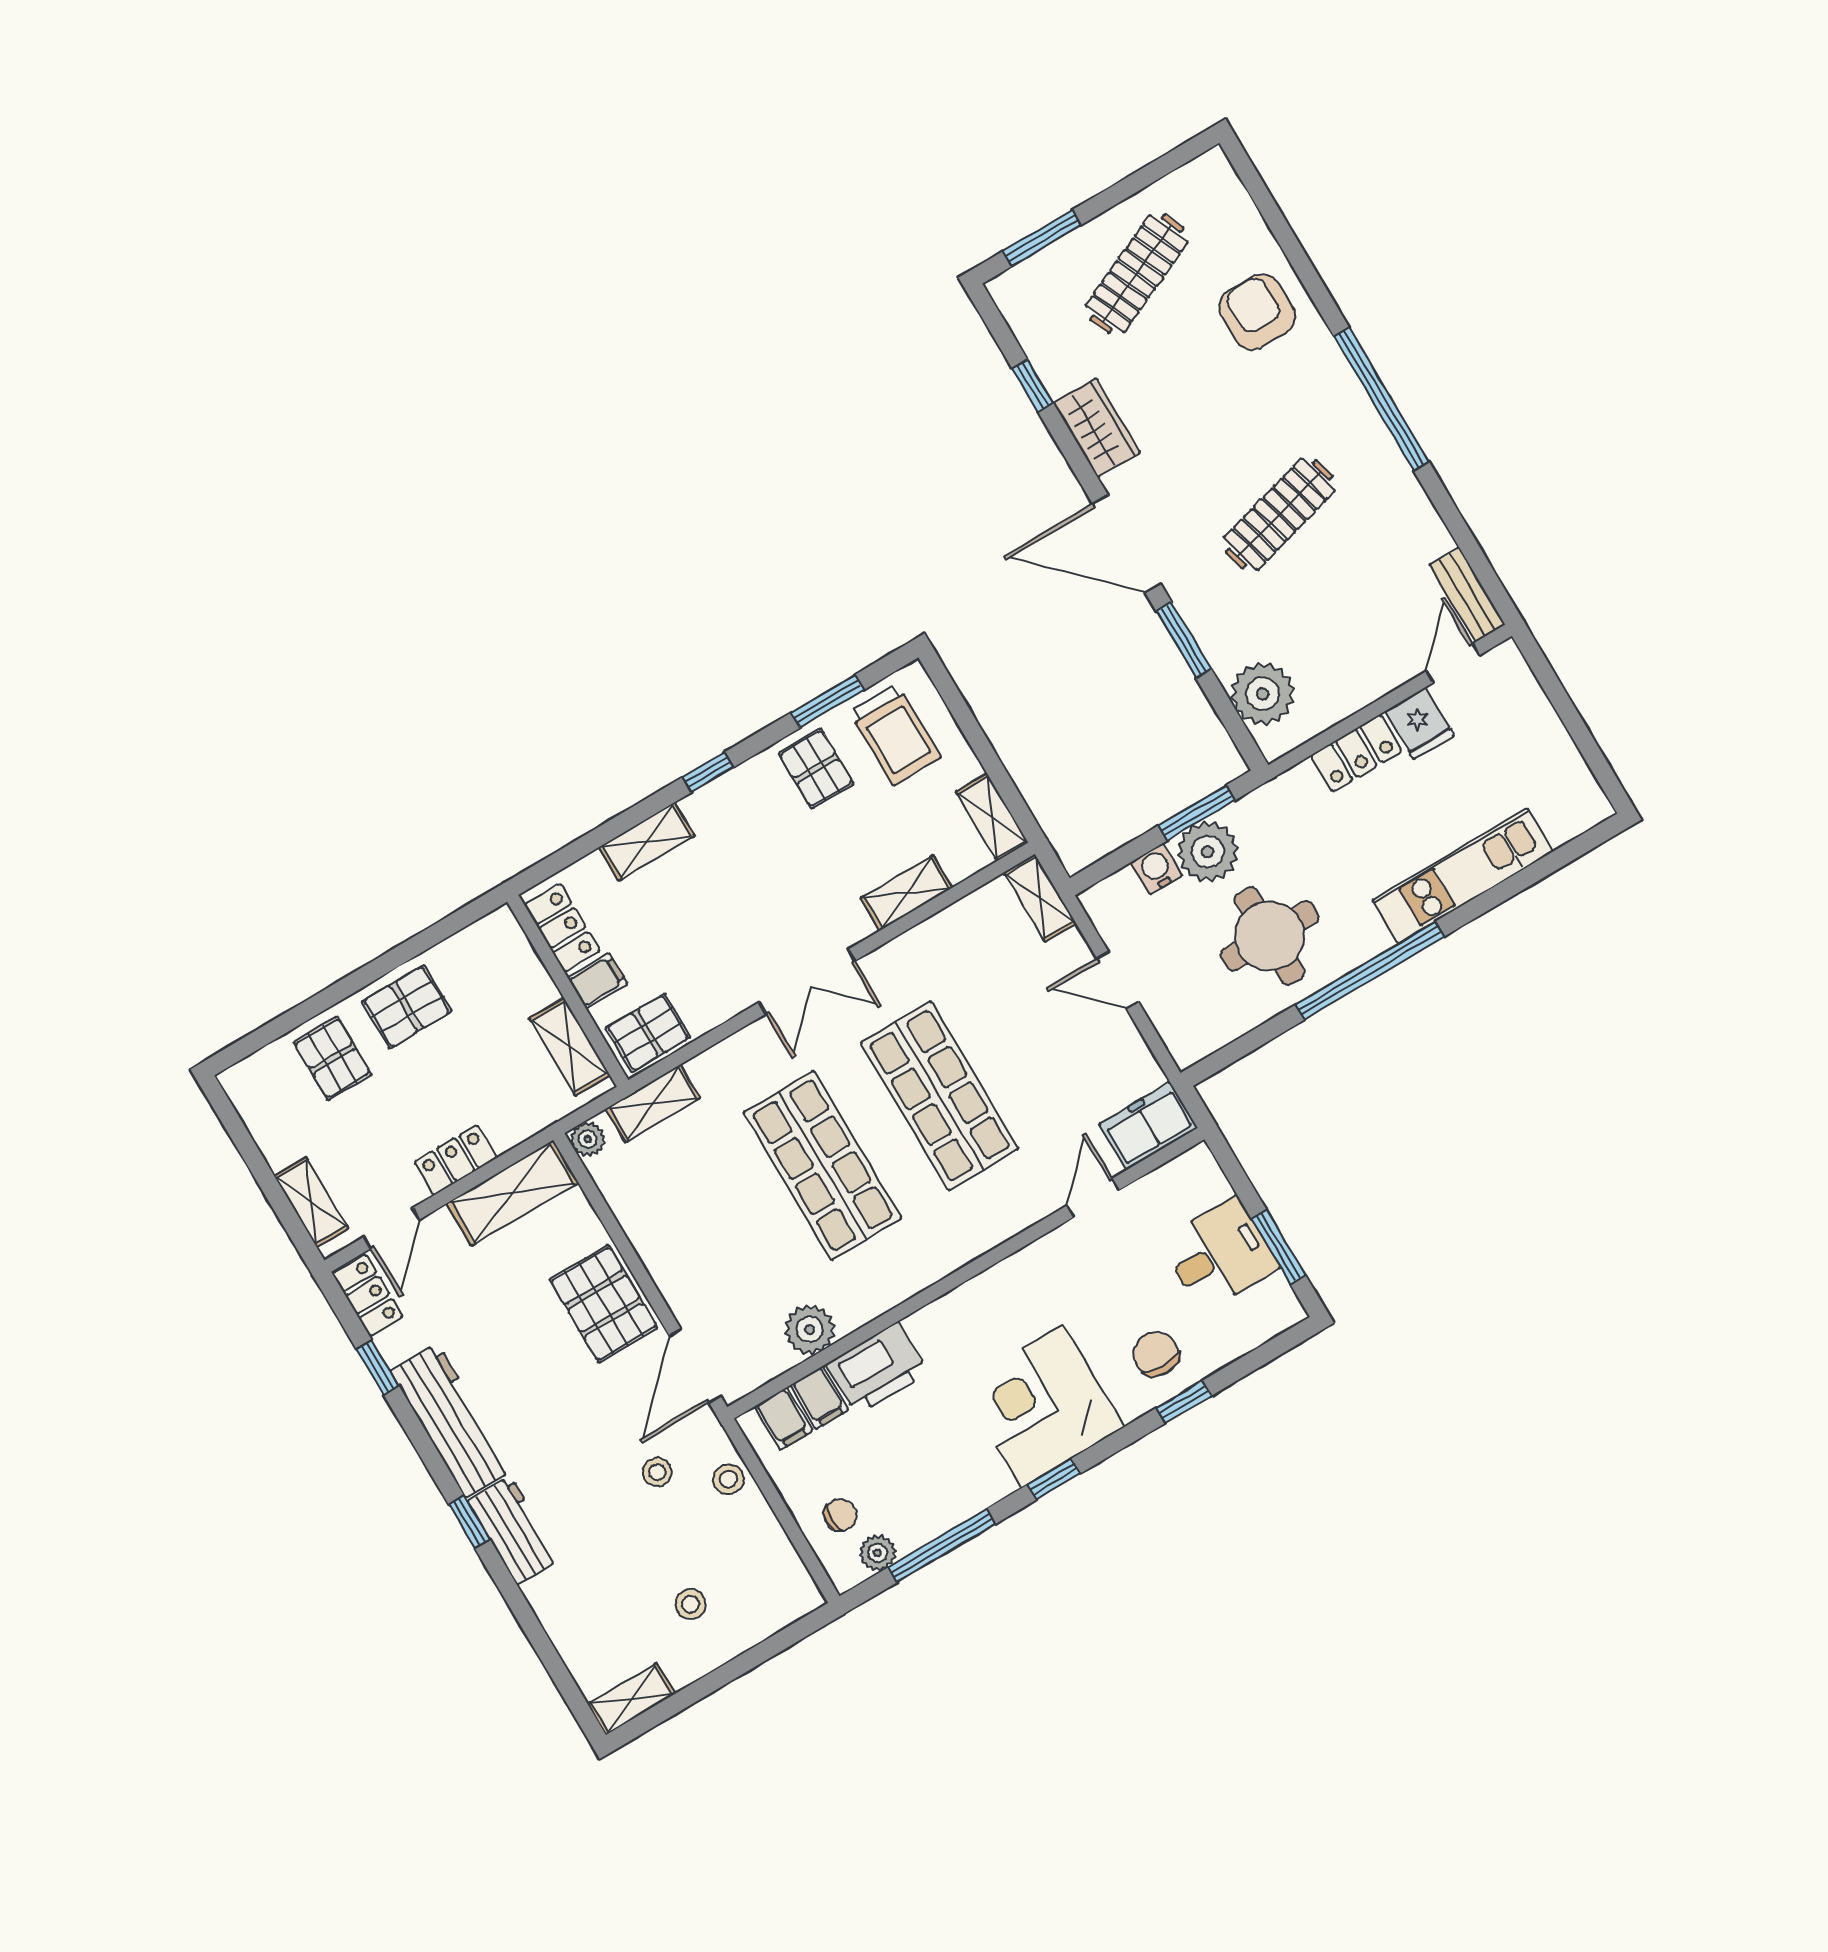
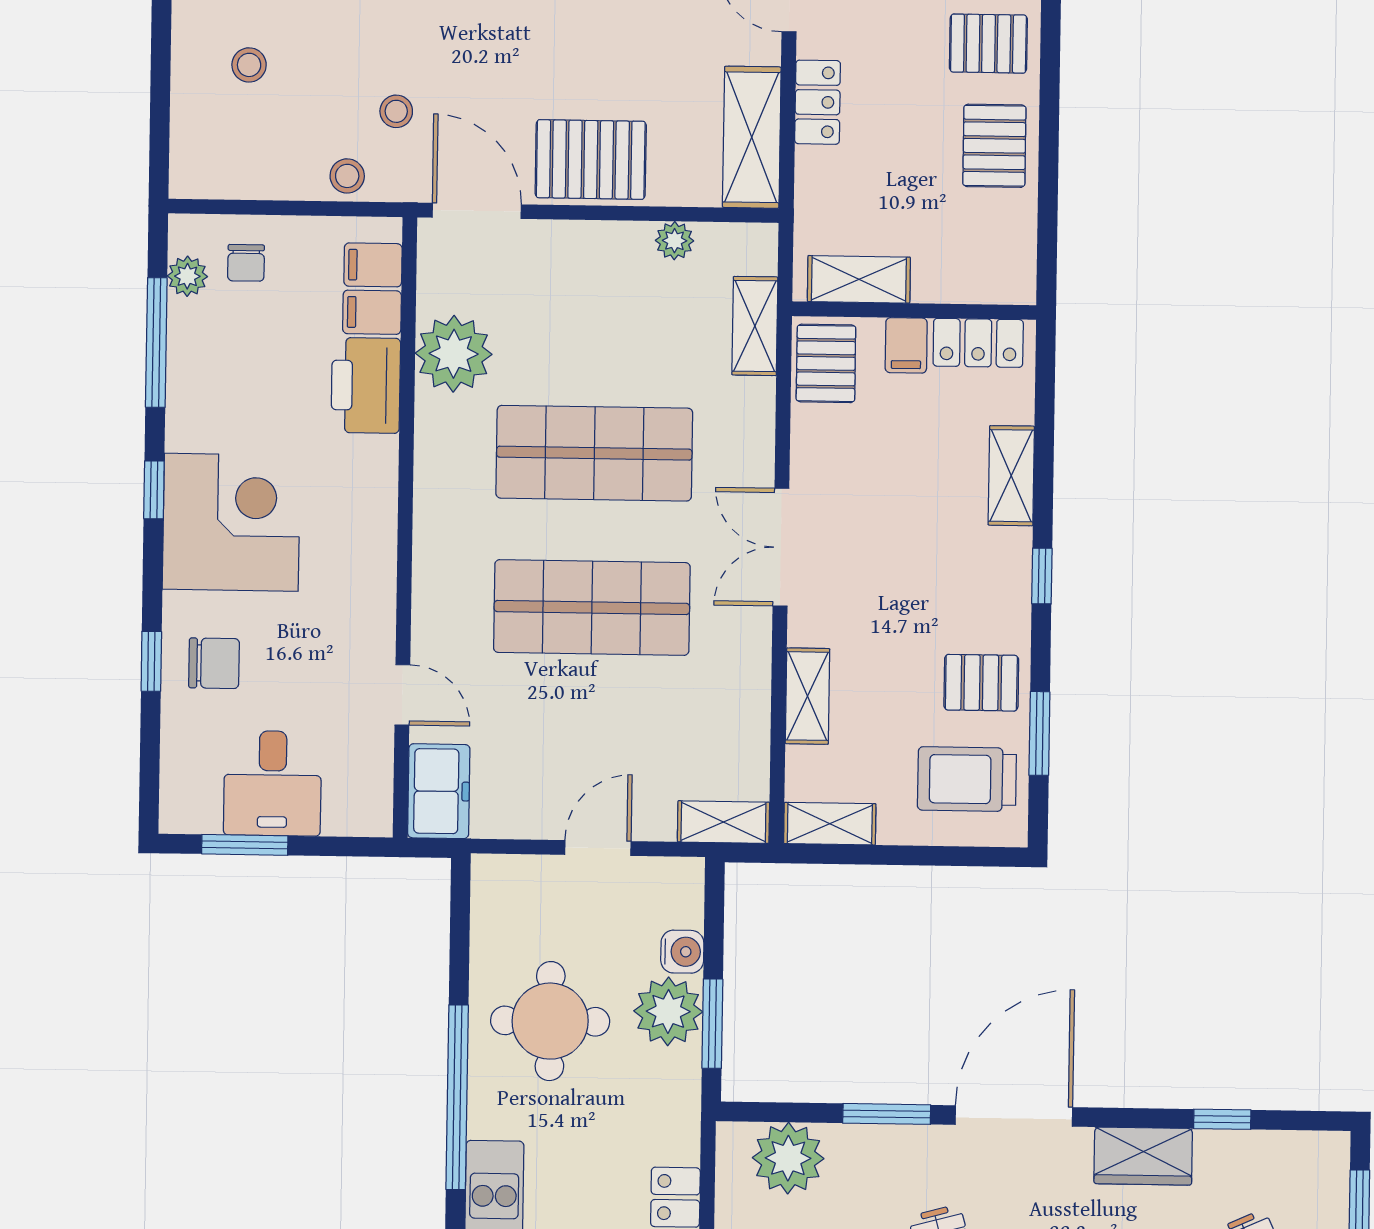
plant: (588, 1139) -> (675, 241), moved
plant: (810, 1329) -> (454, 354), width x1.36, depth x1.36

